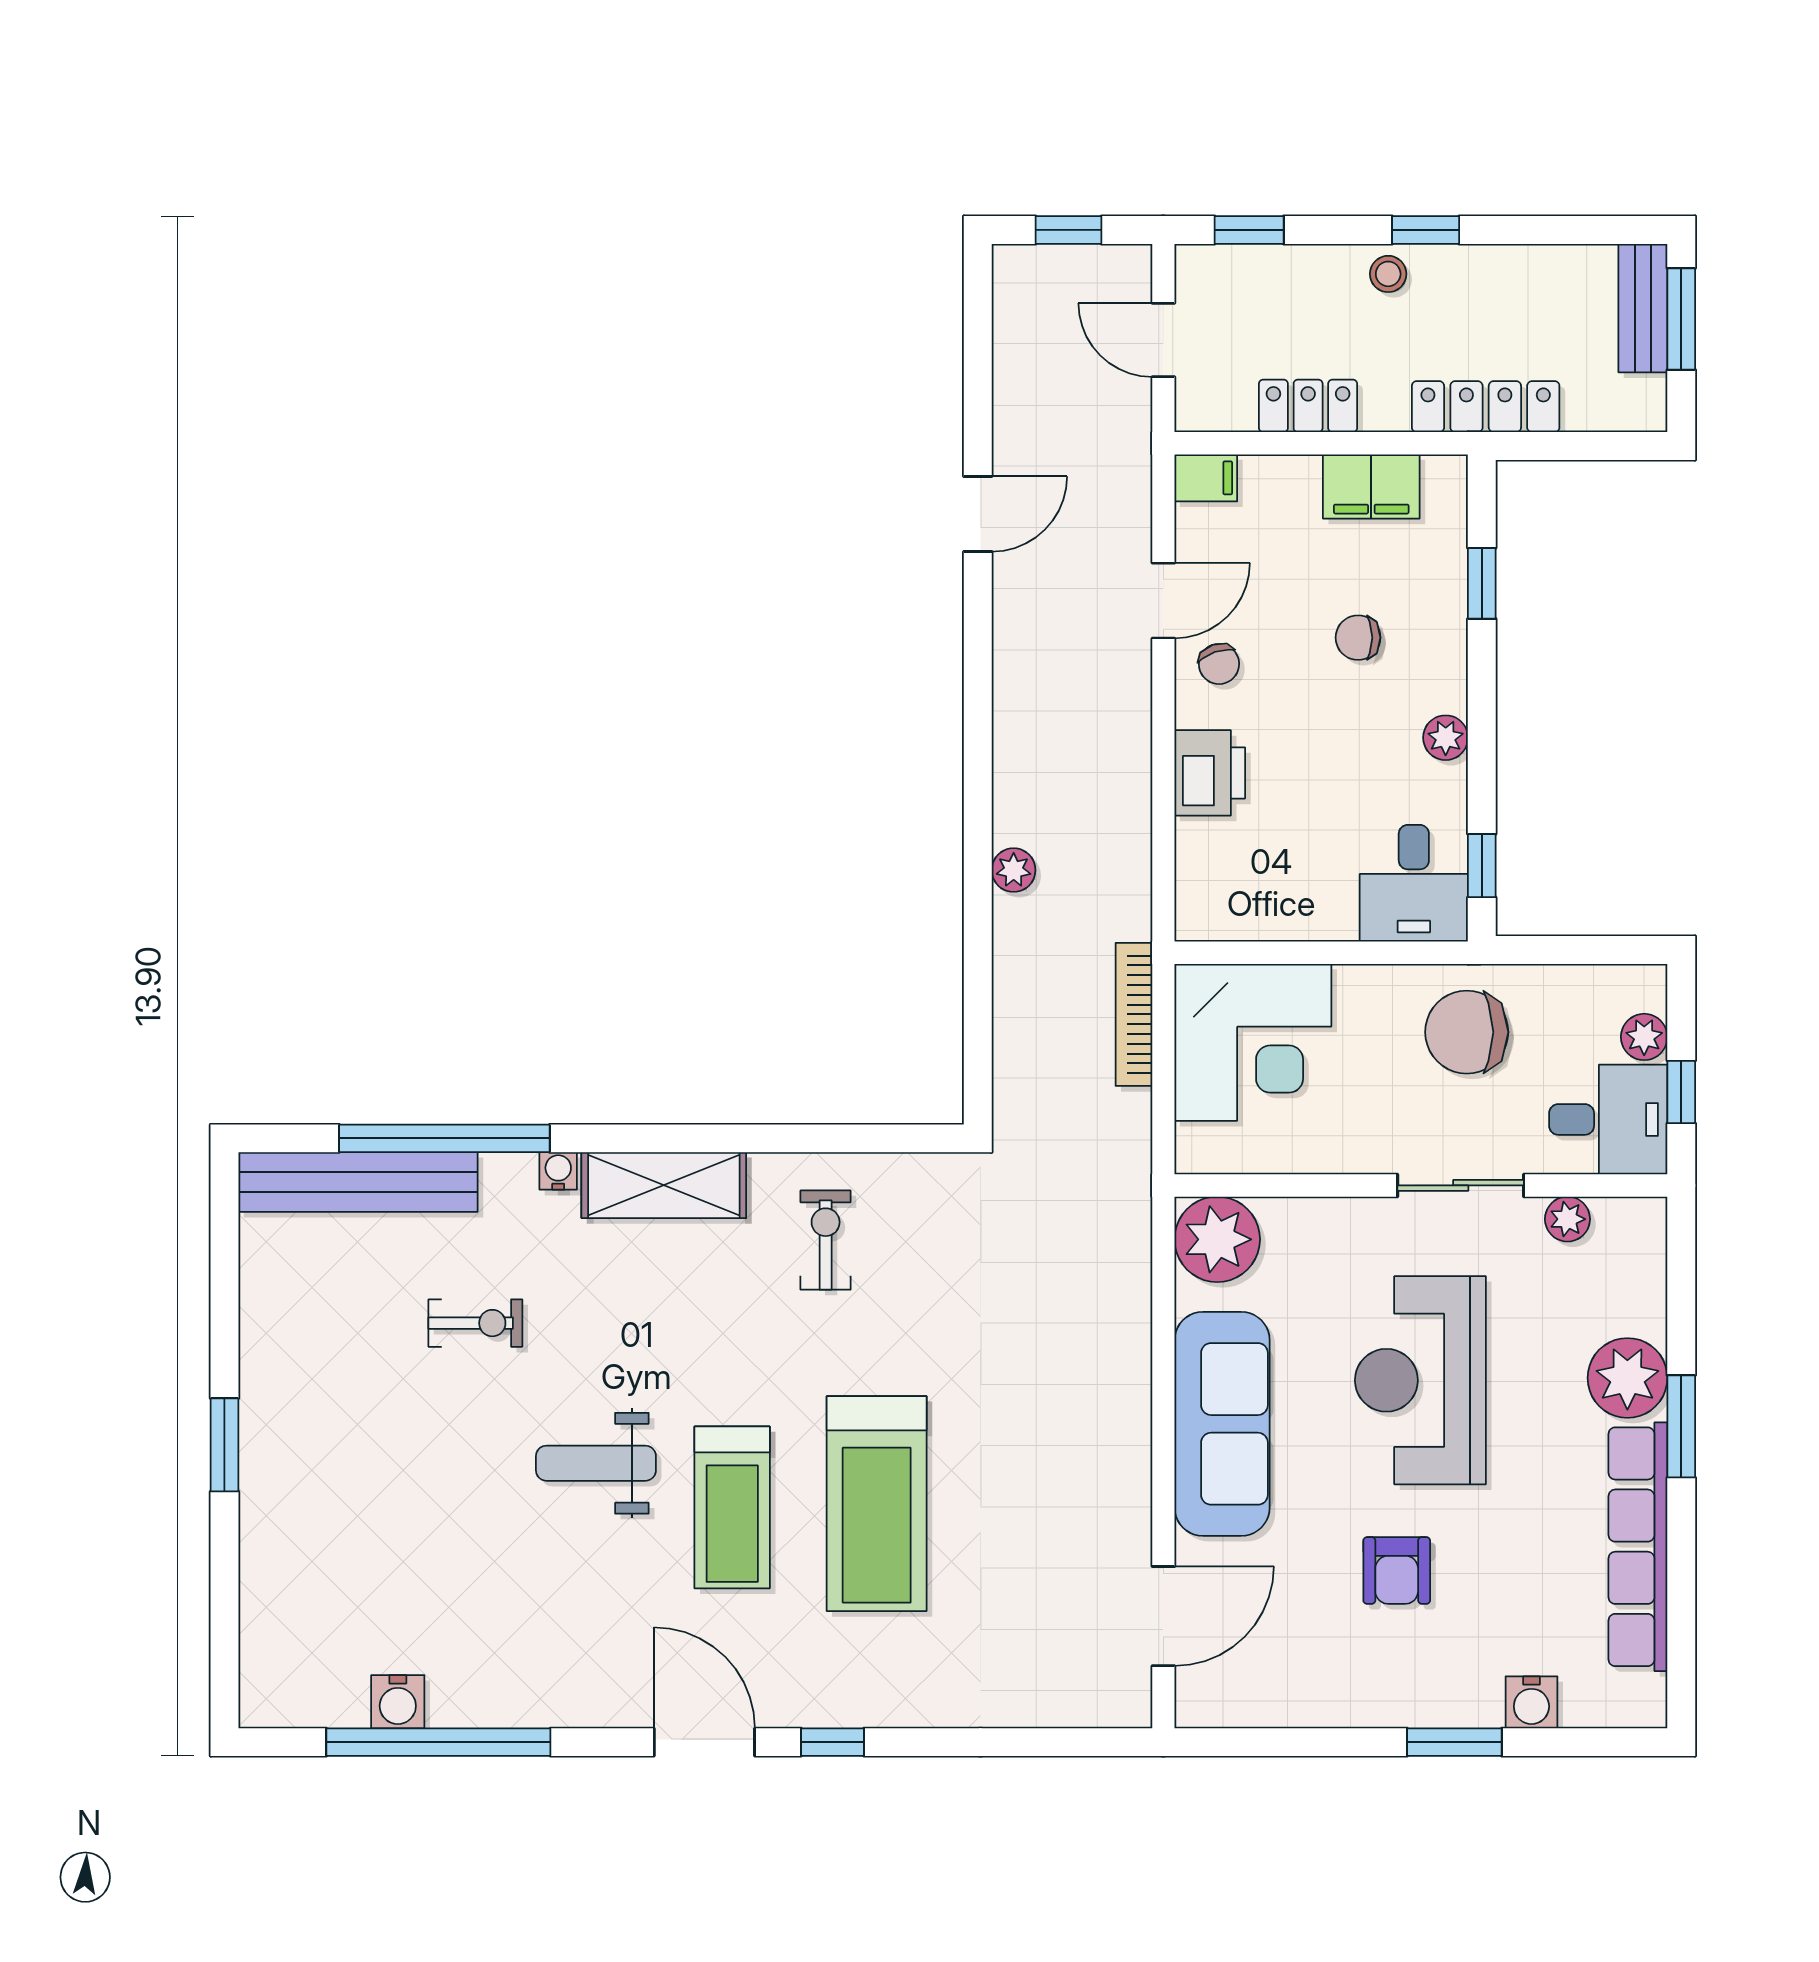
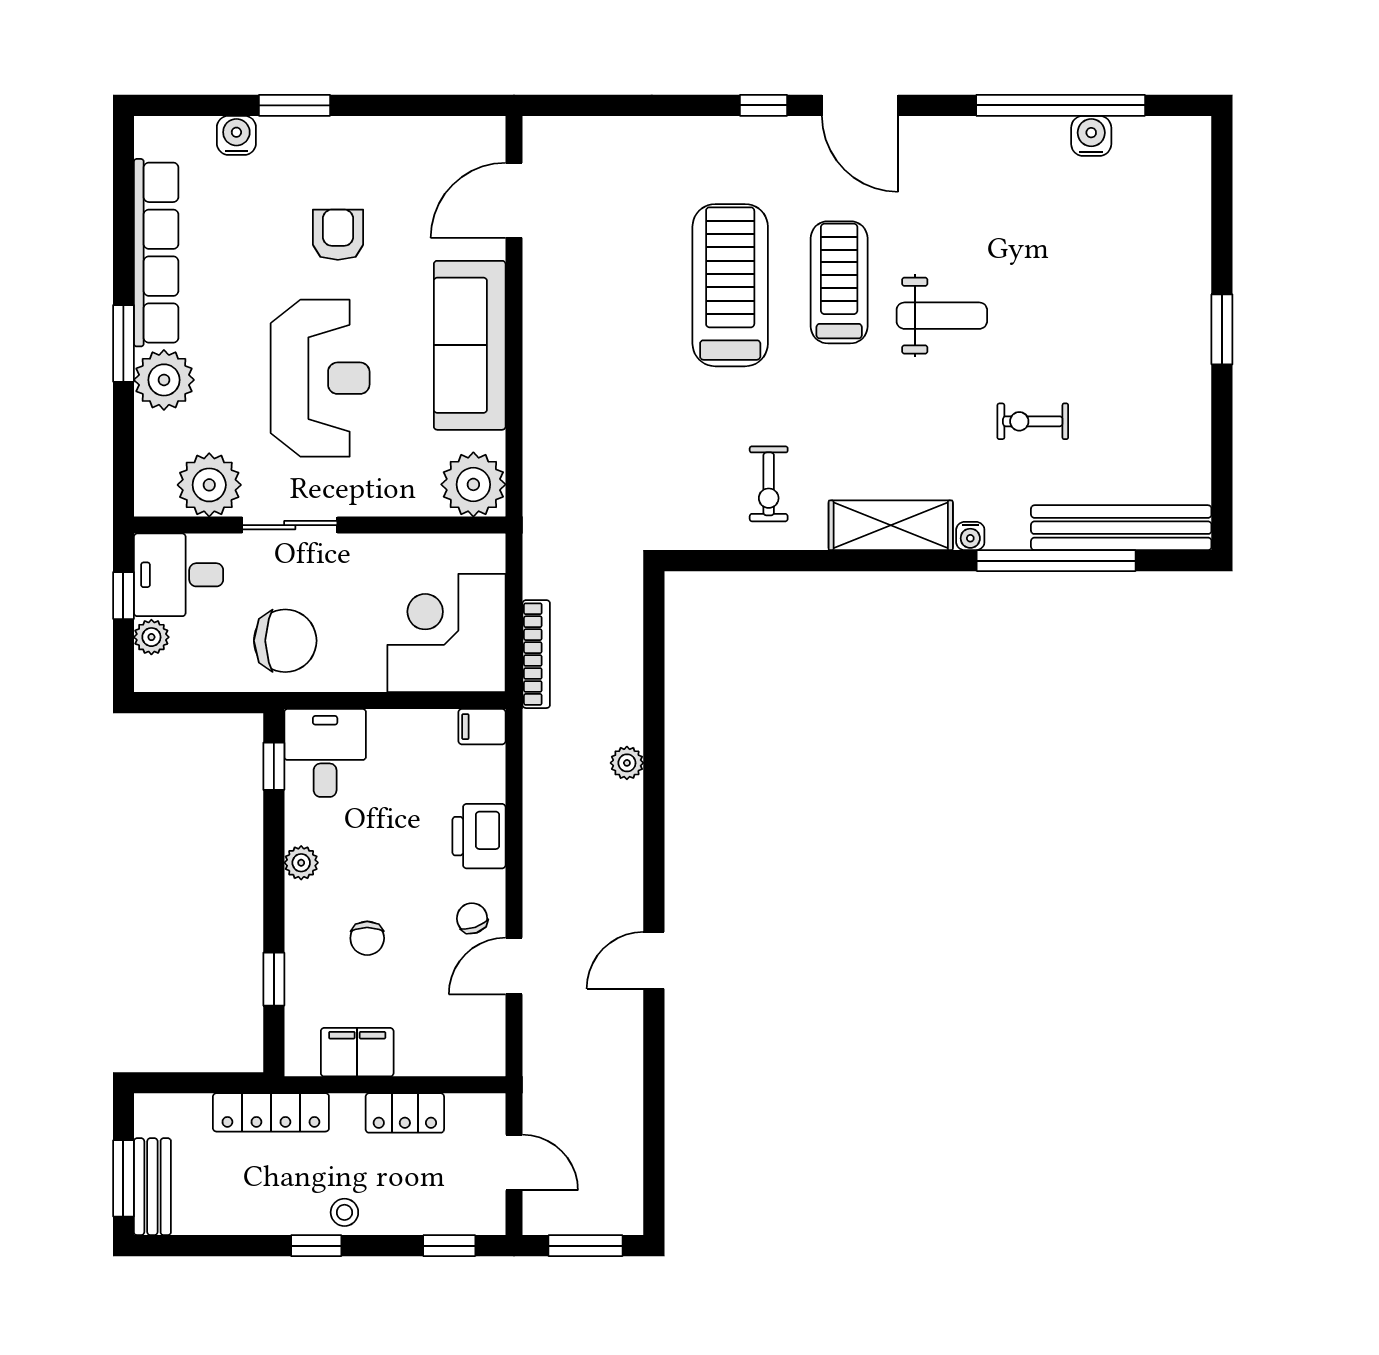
window: (1068, 230) -> (586, 1246), width x1.50
filing cabinet: (1206, 478) -> (482, 727), moved
door: (978, 514) -> (654, 960), moved
chair: (1358, 638) -> (367, 938), turned 90
plant: (1567, 1219) -> (209, 485), width x1.87, depth x1.87

